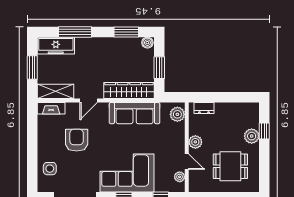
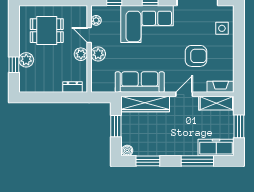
plant: (177, 114) -> (98, 54), moved
armchair: (77, 140) -> (196, 56), turned -90

